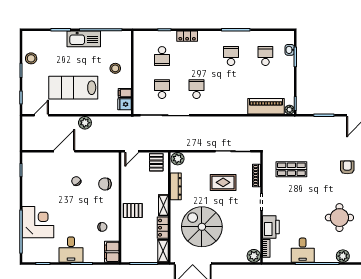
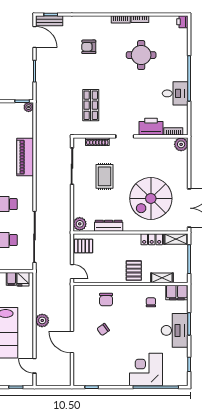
piano: (266, 106) -> (25, 157), moved
shelving: (163, 205) -> (162, 278), moved
desk: (71, 250) -> (175, 330), width x1.37
plant: (343, 256) -> (181, 52), removed

